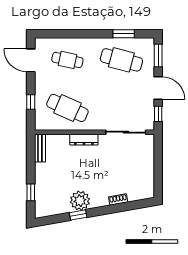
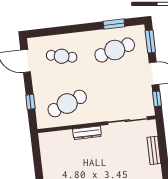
cafe table: (121, 60) -> (115, 50), turned -30
cafe table: (67, 108) -> (67, 104), turned -45
bench: (40, 148) -> (154, 150), moved

